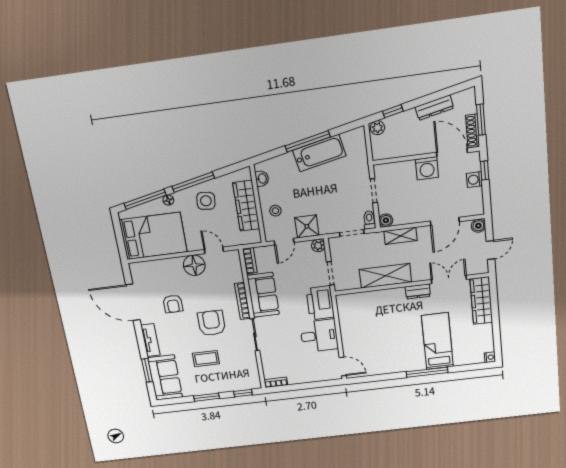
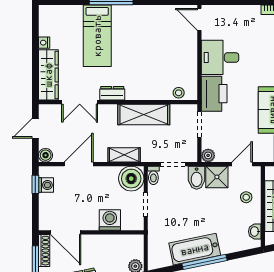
washing machine: (427, 168) -> (110, 220), moved
window: (485, 170) -> (35, 184), moved
washing machine: (474, 180) -> (46, 185), moved
boiler: (386, 220) -> (131, 179), width x1.86, depth x1.86
bidet: (327, 223) -> (197, 178), added
stool: (354, 300) -> (179, 93), added
nightstand: (490, 357) -> (44, 43), moved

